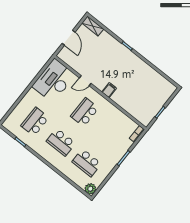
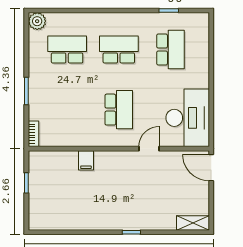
door: (69, 38) -> (211, 168), moved
filing cabinet: (109, 90) -> (86, 160), moved

